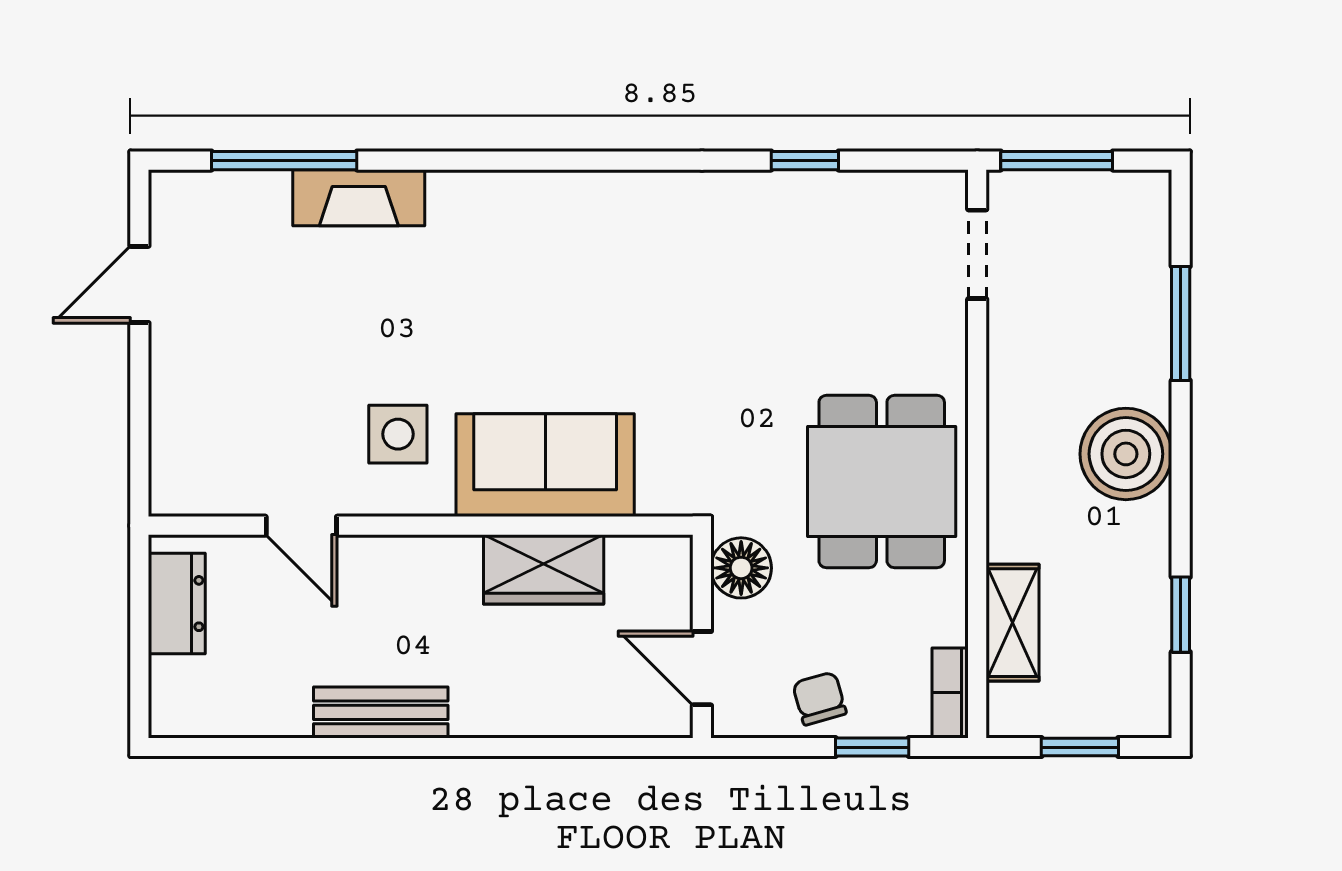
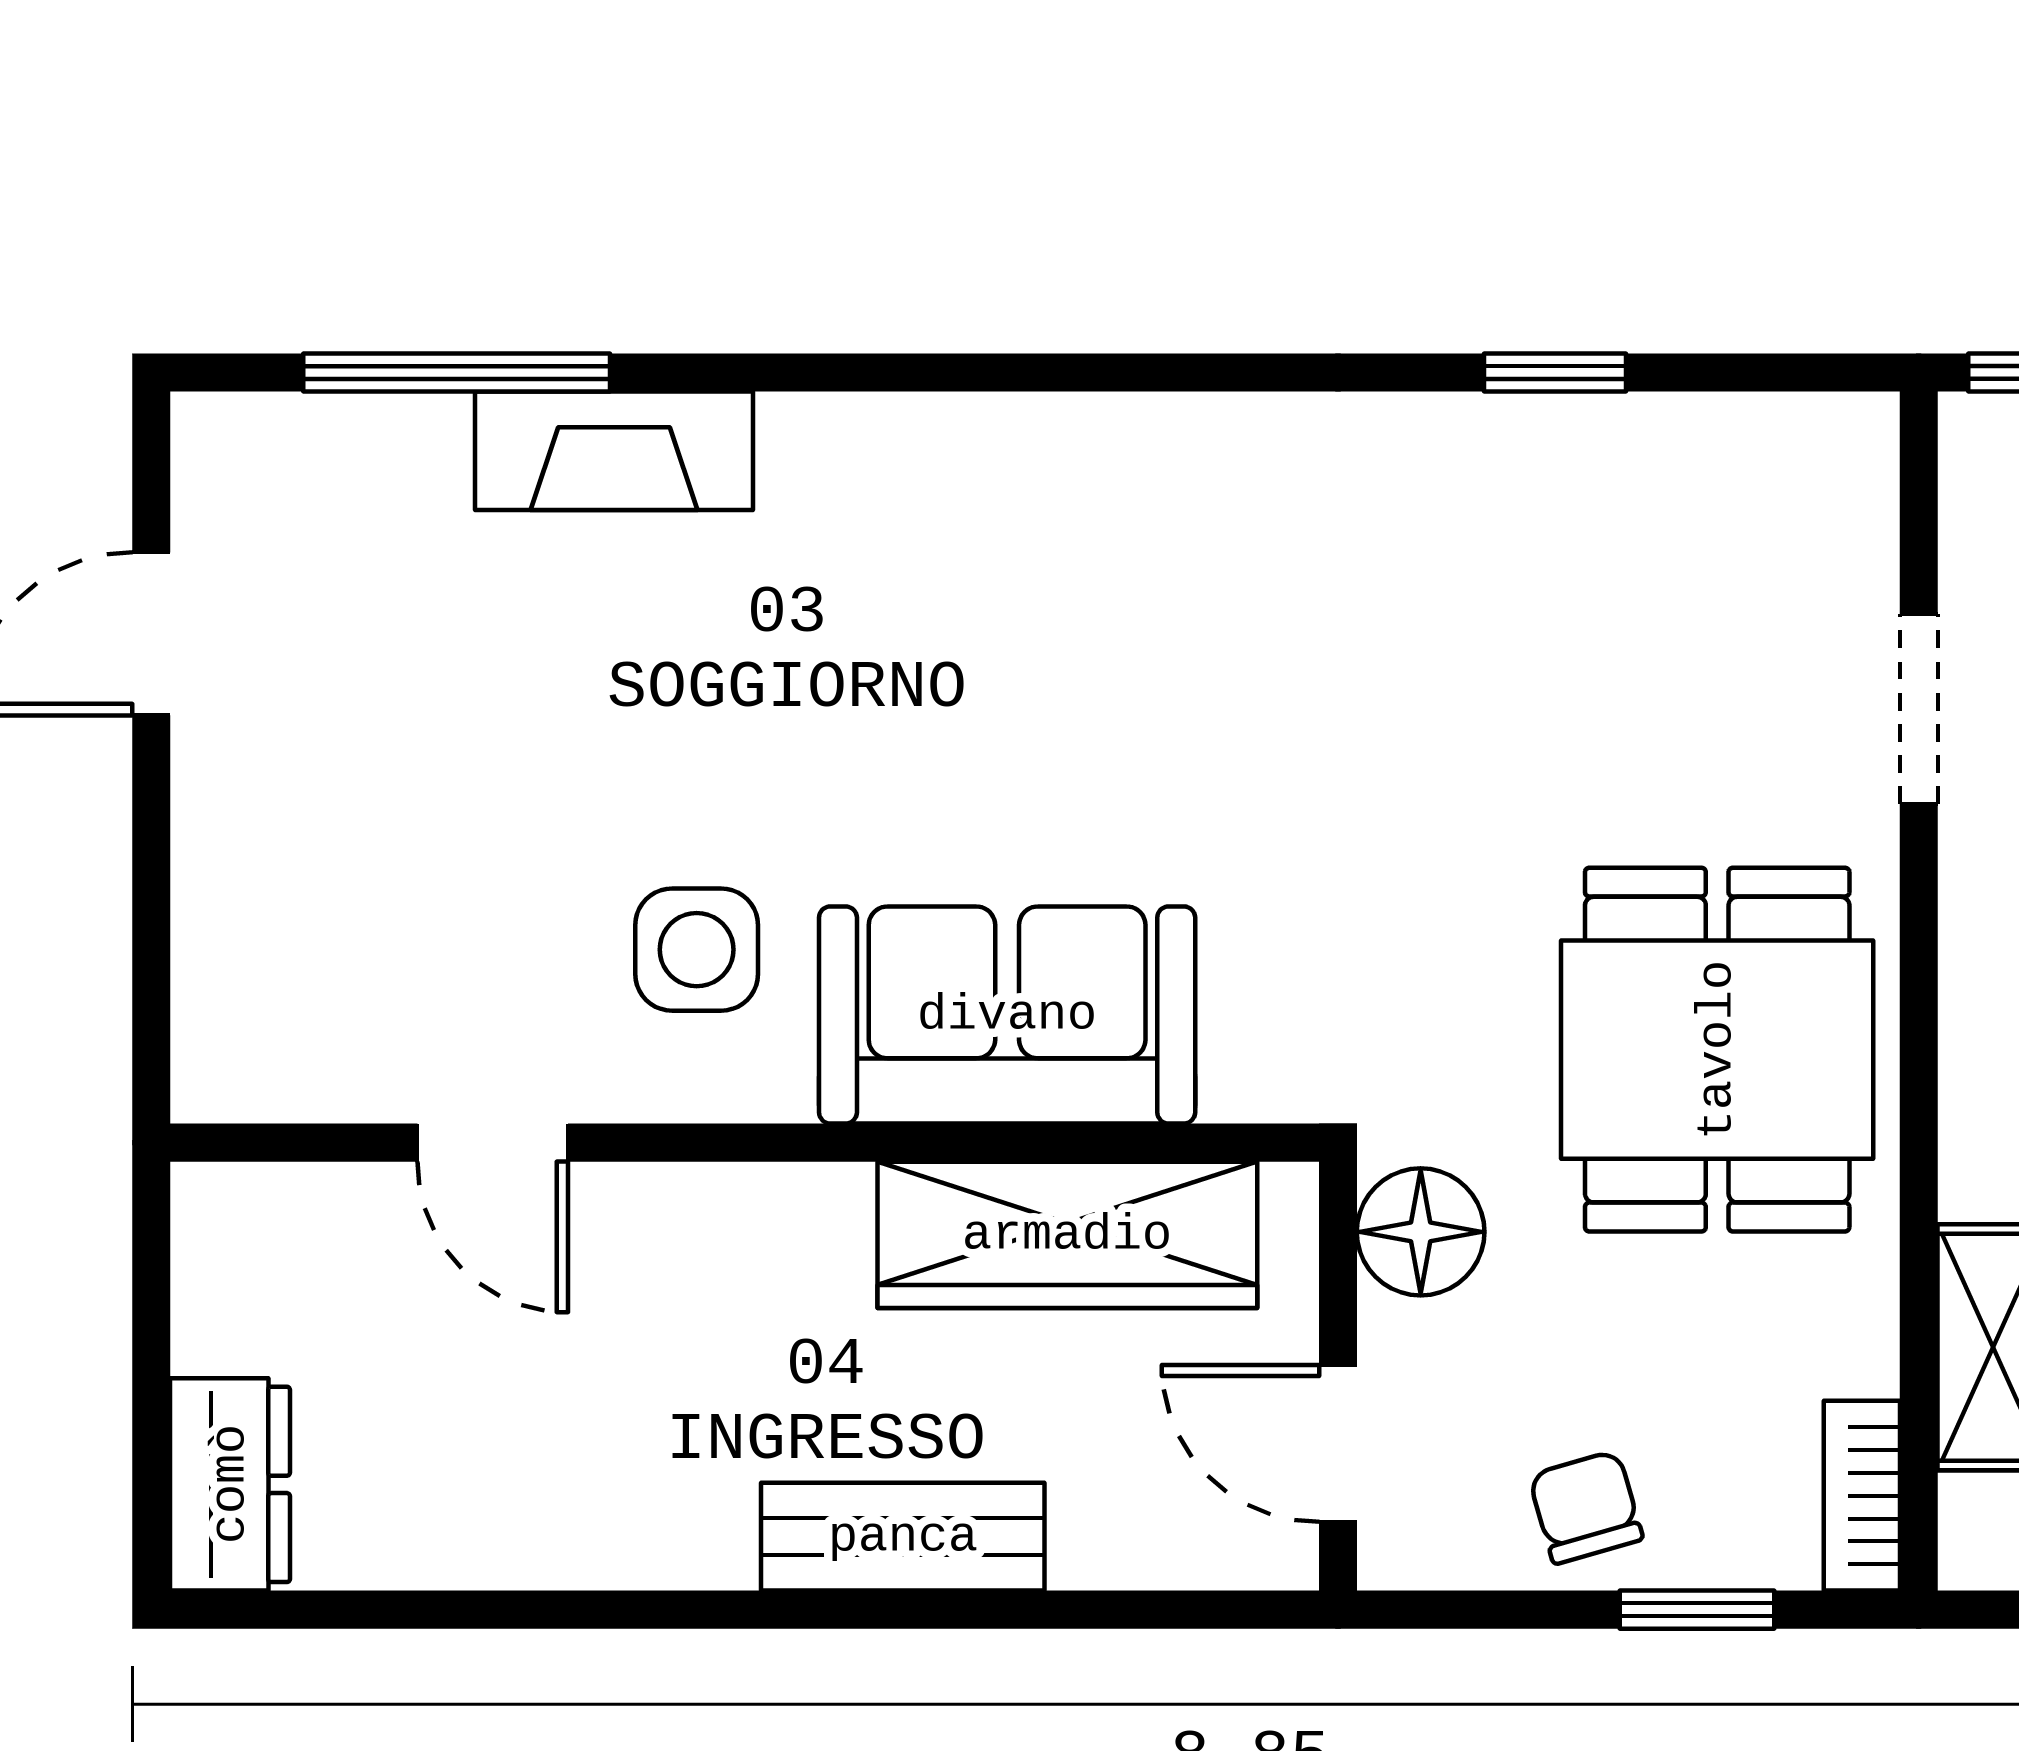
doorway: (977, 254) -> (1919, 709), moved
wardrobe: (544, 569) -> (1067, 1235), width x1.50
dresser: (177, 604) -> (230, 1484), moved
bench: (381, 712) -> (903, 1537), moved

